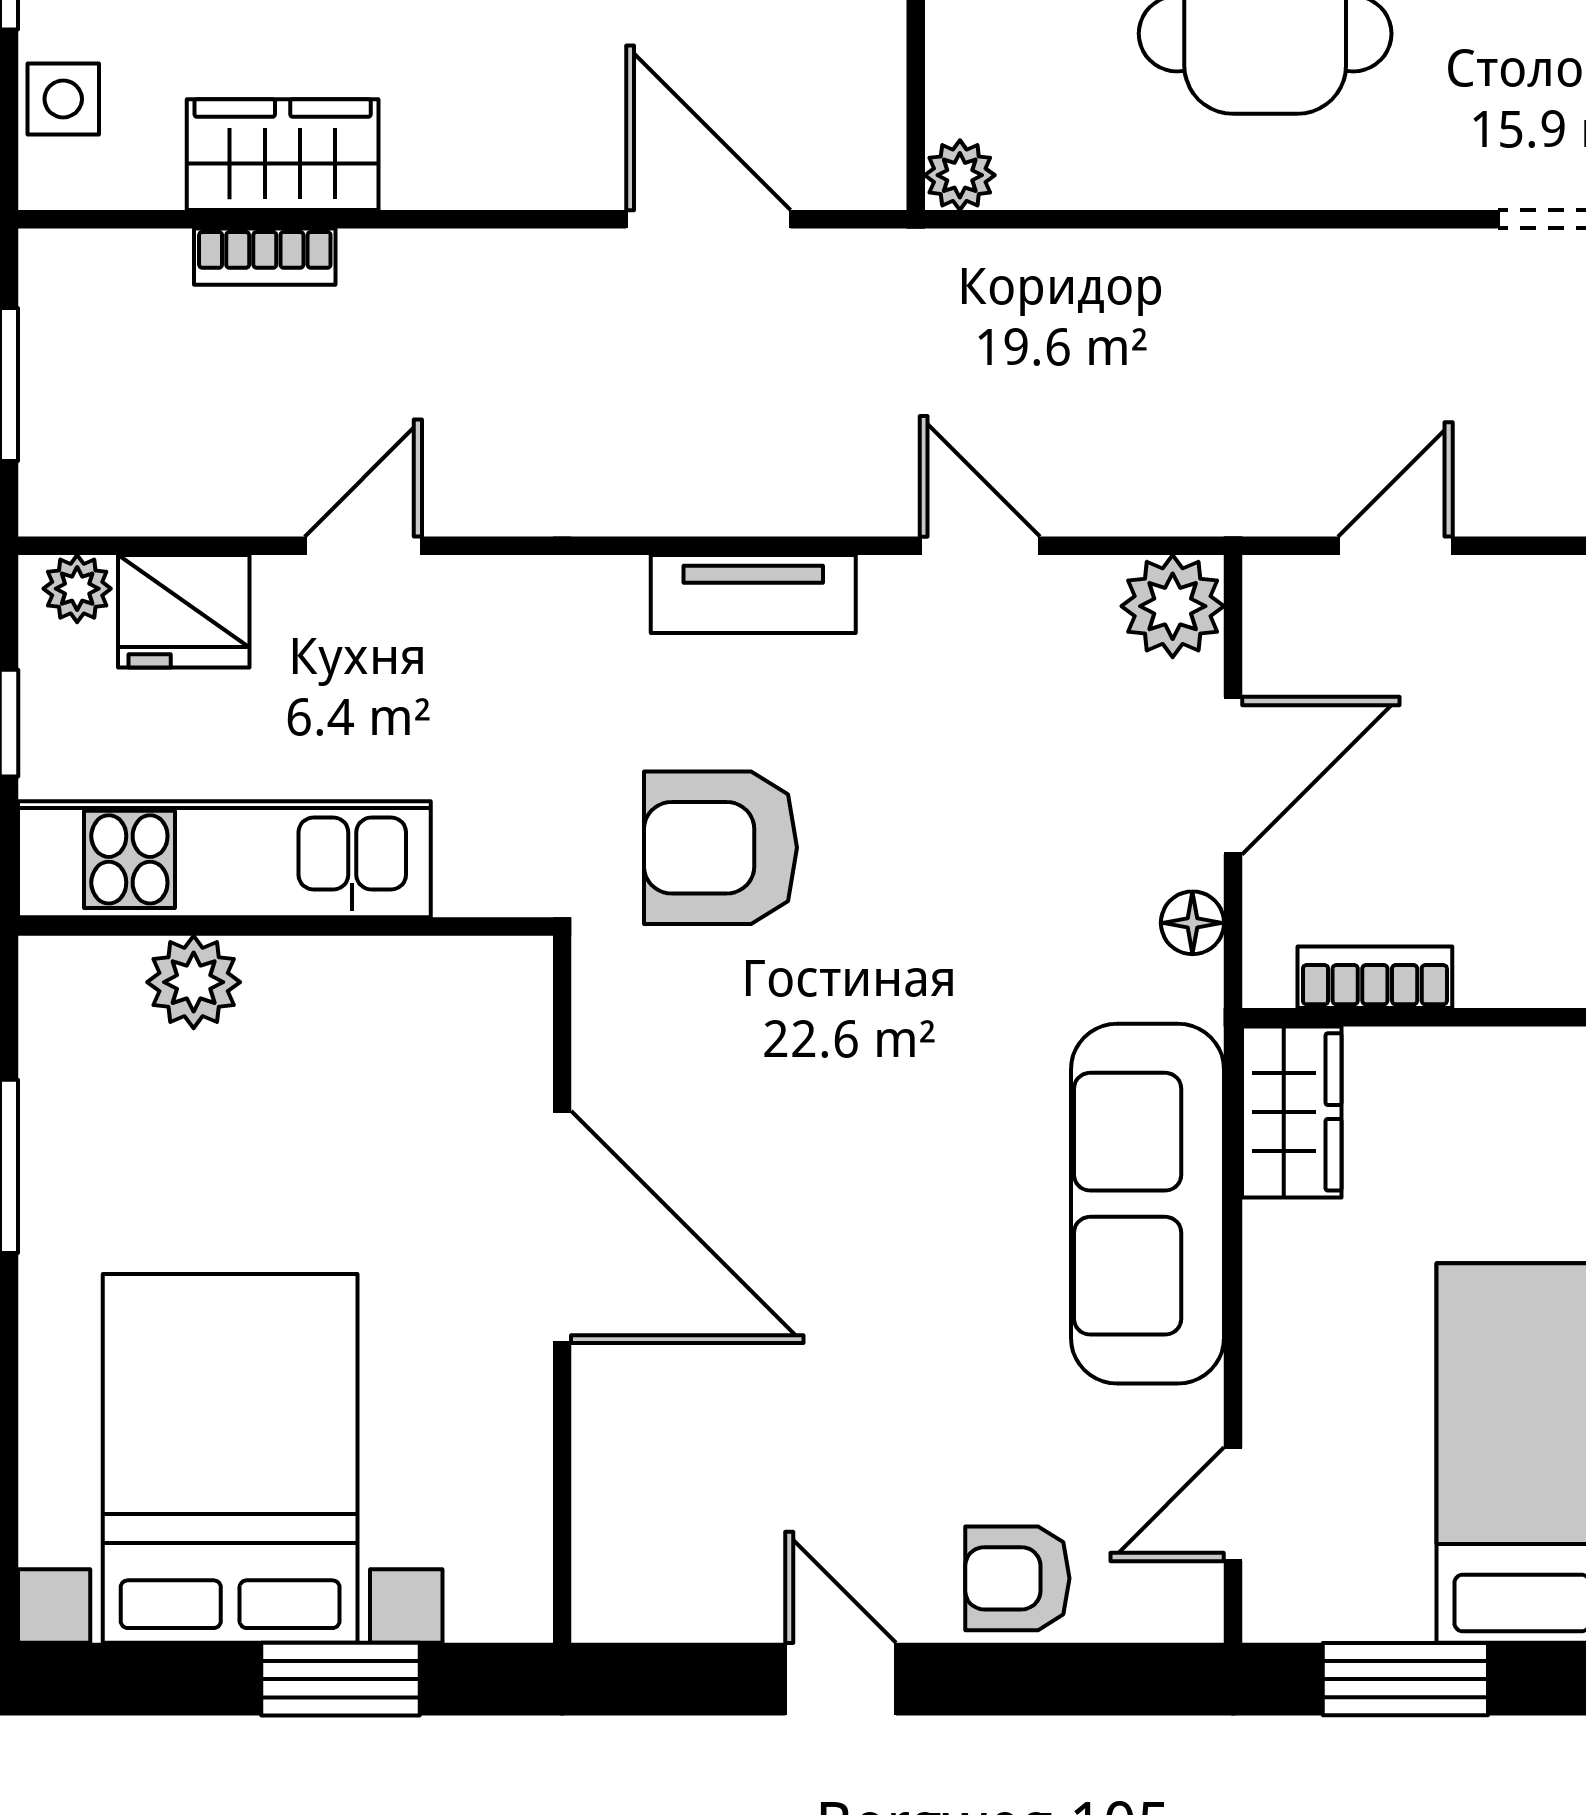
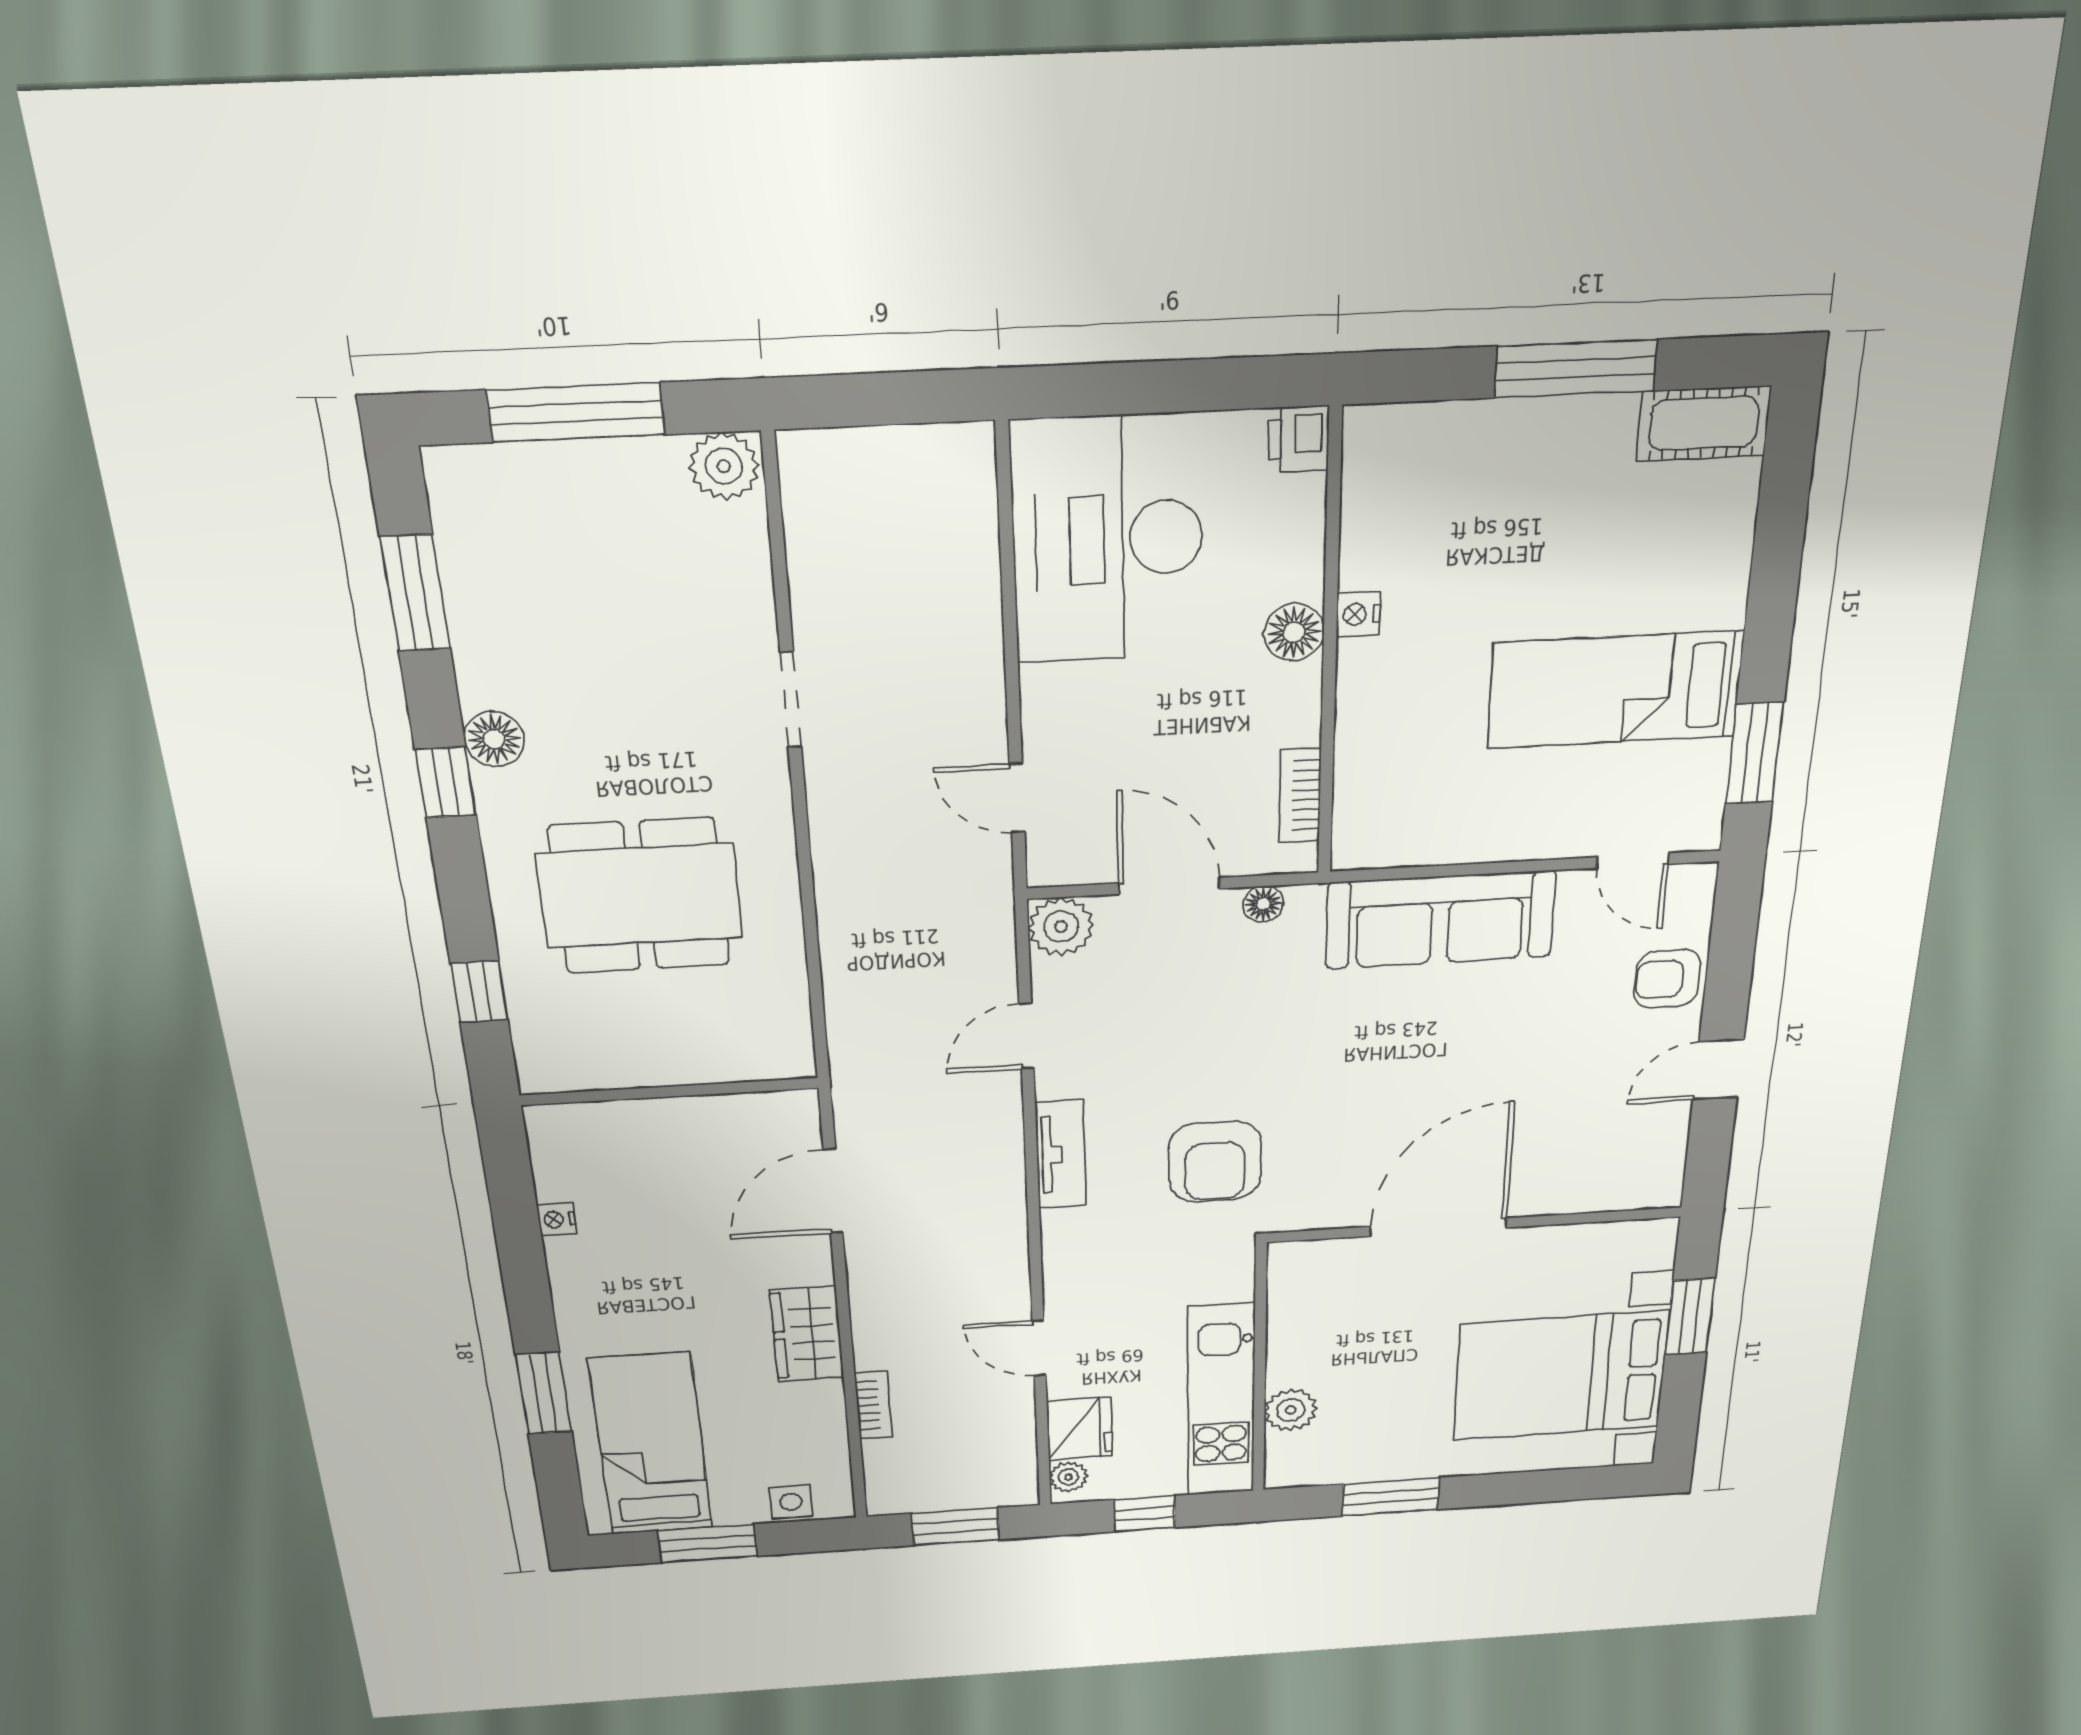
wardrobe: (283, 155) -> (807, 1334), moved
plant: (960, 175) -> (794, 1060), removed
wardrobe: (1292, 1112) -> (1386, 840), removed
armchair: (1017, 1578) -> (1667, 979), turned 90

